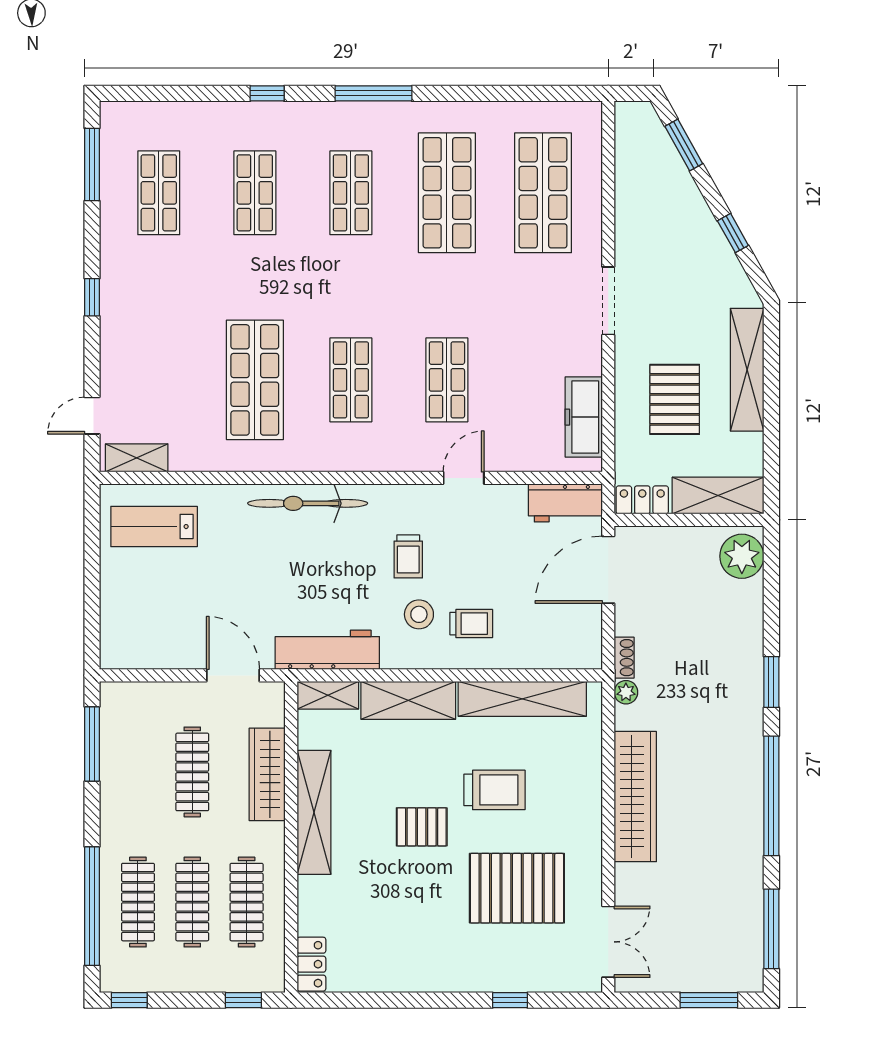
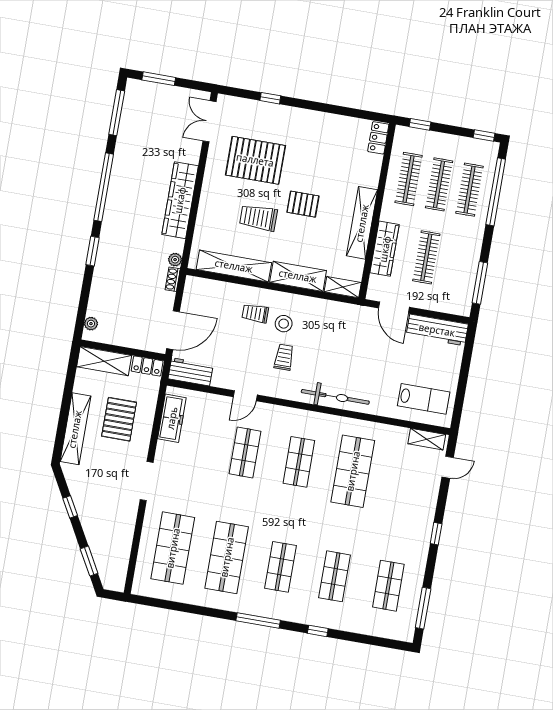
plant: (742, 556) -> (91, 324), width x0.53, depth x0.53
workbench: (327, 650) -> (437, 330), moved

